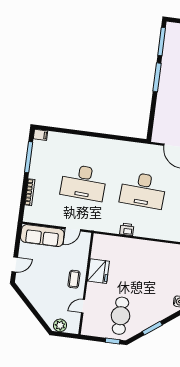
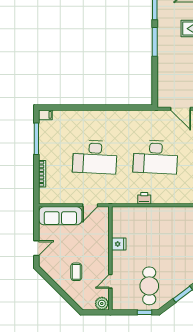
fridge: (98, 271) -> (119, 244), width x0.53, depth x0.75
coffee table: (74, 279) -> (76, 272), moved
plant: (60, 325) -> (102, 303), moved

